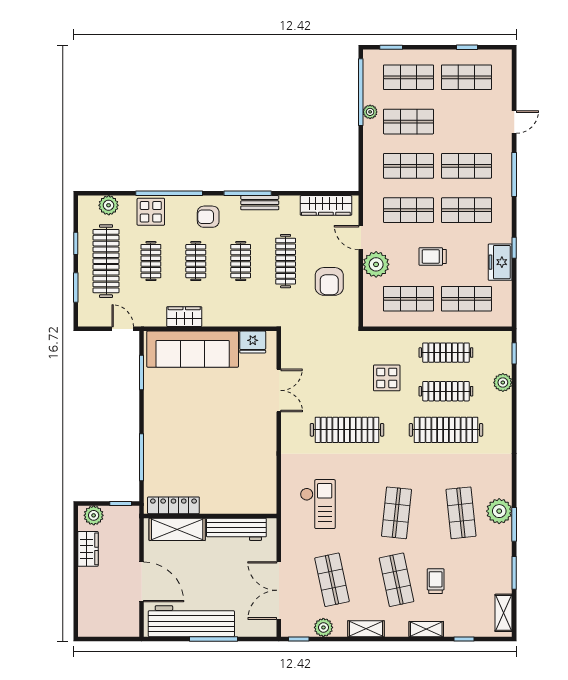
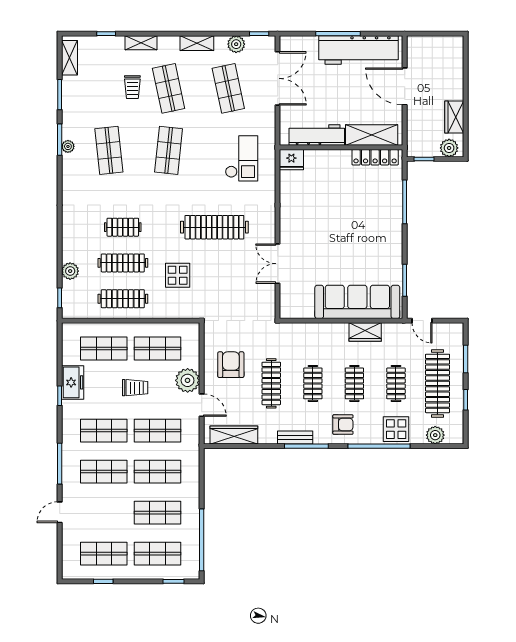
plant: (370, 112) -> (193, 522), removed
fridge: (253, 342) -> (291, 160), moved, turned 180
clothes rail: (446, 430) -> (123, 227), width x0.54, depth x0.76
checkout: (318, 504) -> (242, 158), turned 180
plant: (499, 511) -> (68, 146), width x0.53, depth x0.53

